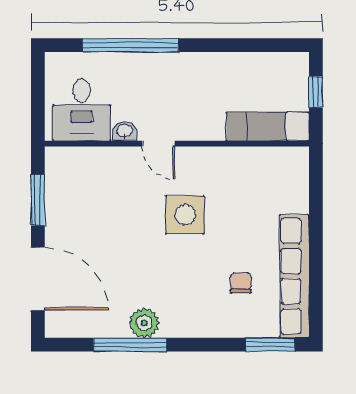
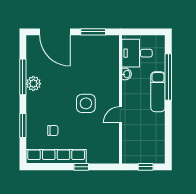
exam couch: (268, 126) -> (158, 92), moved, turned 180
door: (159, 144) -> (120, 115), moved
window: (316, 225) -> (81, 167), added
door: (38, 279) -> (55, 32), hinge flipped
window: (270, 345) -> (23, 126), moved

